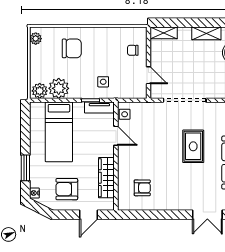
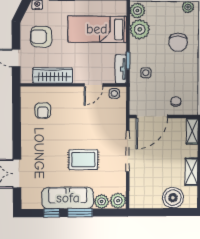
door: (148, 75) -> (152, 117), width x1.88
armchair: (67, 189) -> (41, 37), turned -90

